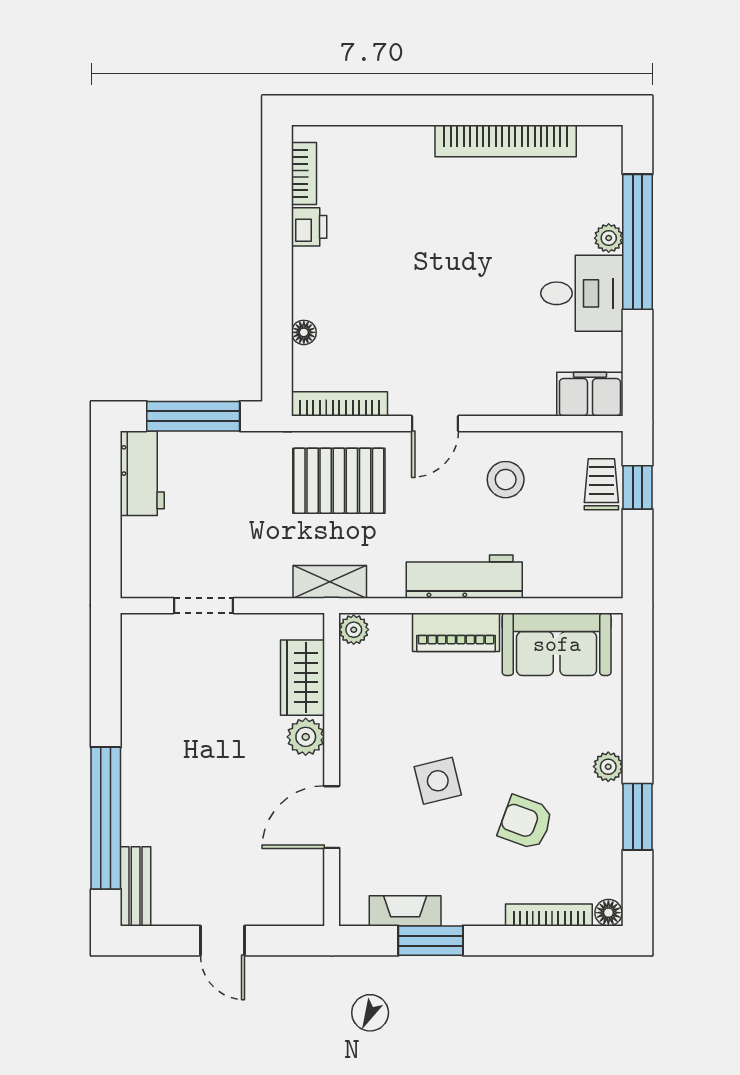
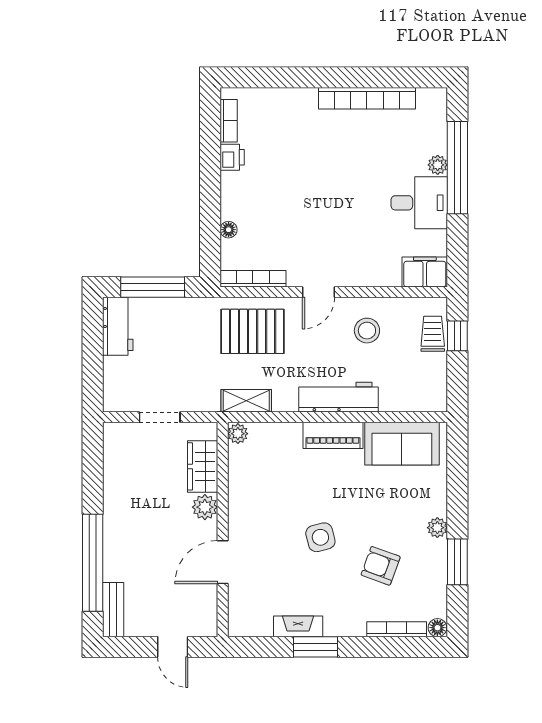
plant: (354, 630) -> (238, 434), moved
wardrobe: (302, 678) -> (203, 466), moved
plant: (306, 737) -> (205, 507), moved
wall: (332, 769) -> (223, 529), moved
door: (332, 817) -> (223, 562), moved

